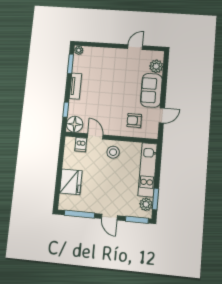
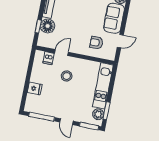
floor lamp: (75, 124) -> (48, 26), moved
door: (95, 136) -> (61, 53), hinge flipped
stool: (113, 152) -> (67, 76), moved
fridge: (71, 182) -> (35, 89), width x0.53, depth x0.75

